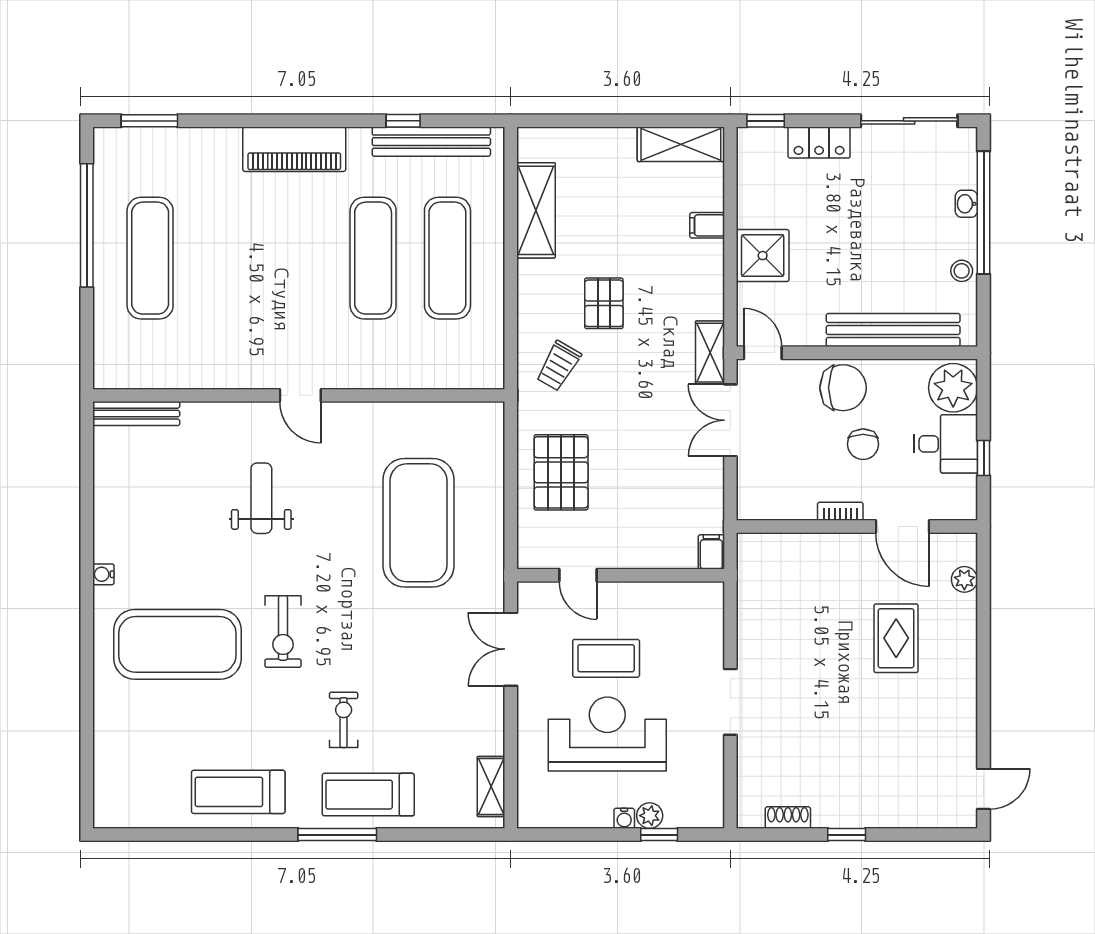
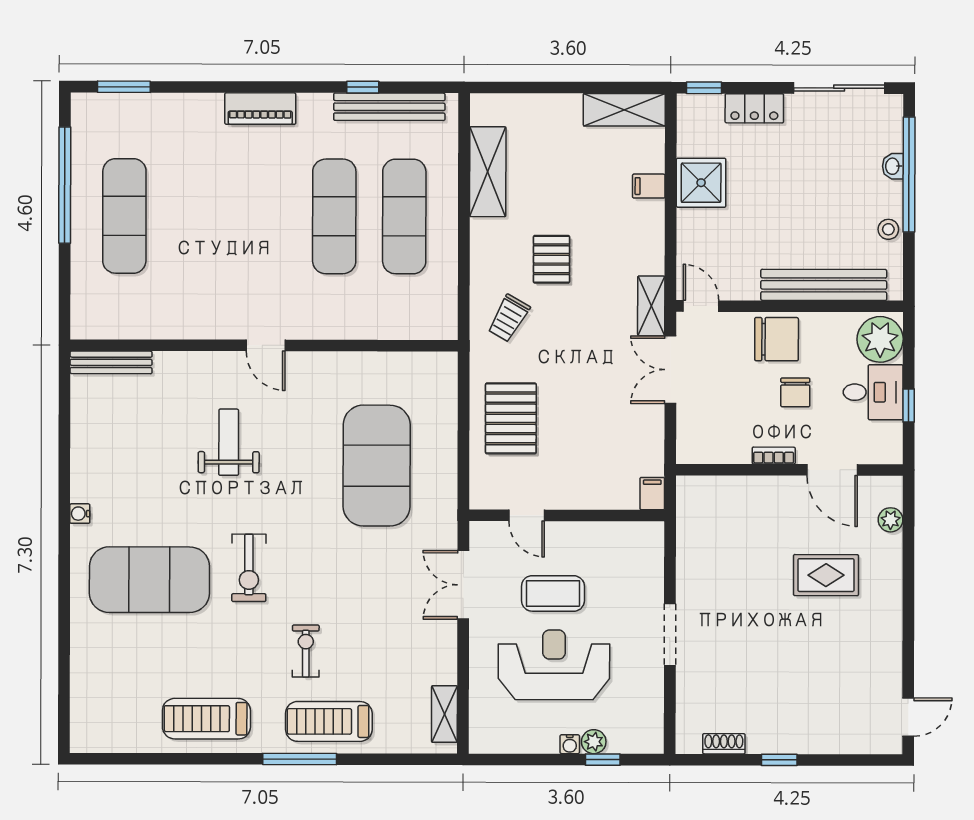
piano: (294, 149) -> (260, 109), width x0.73, depth x0.75
shower: (763, 256) -> (701, 183), moved
rug: (896, 638) -> (826, 575), turned 90

